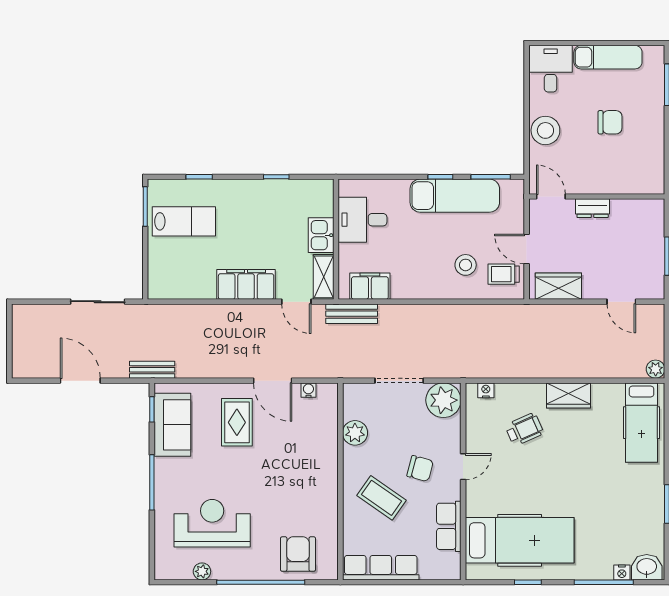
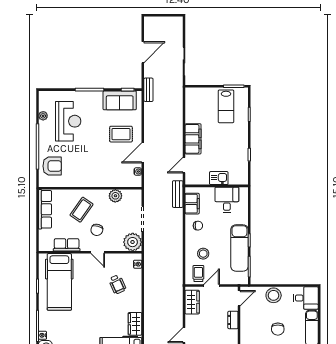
chair: (412, 275) -> (198, 226), added
shelving: (324, 277) -> (197, 179), removed
wardrobe: (568, 395) -> (135, 324), moved

